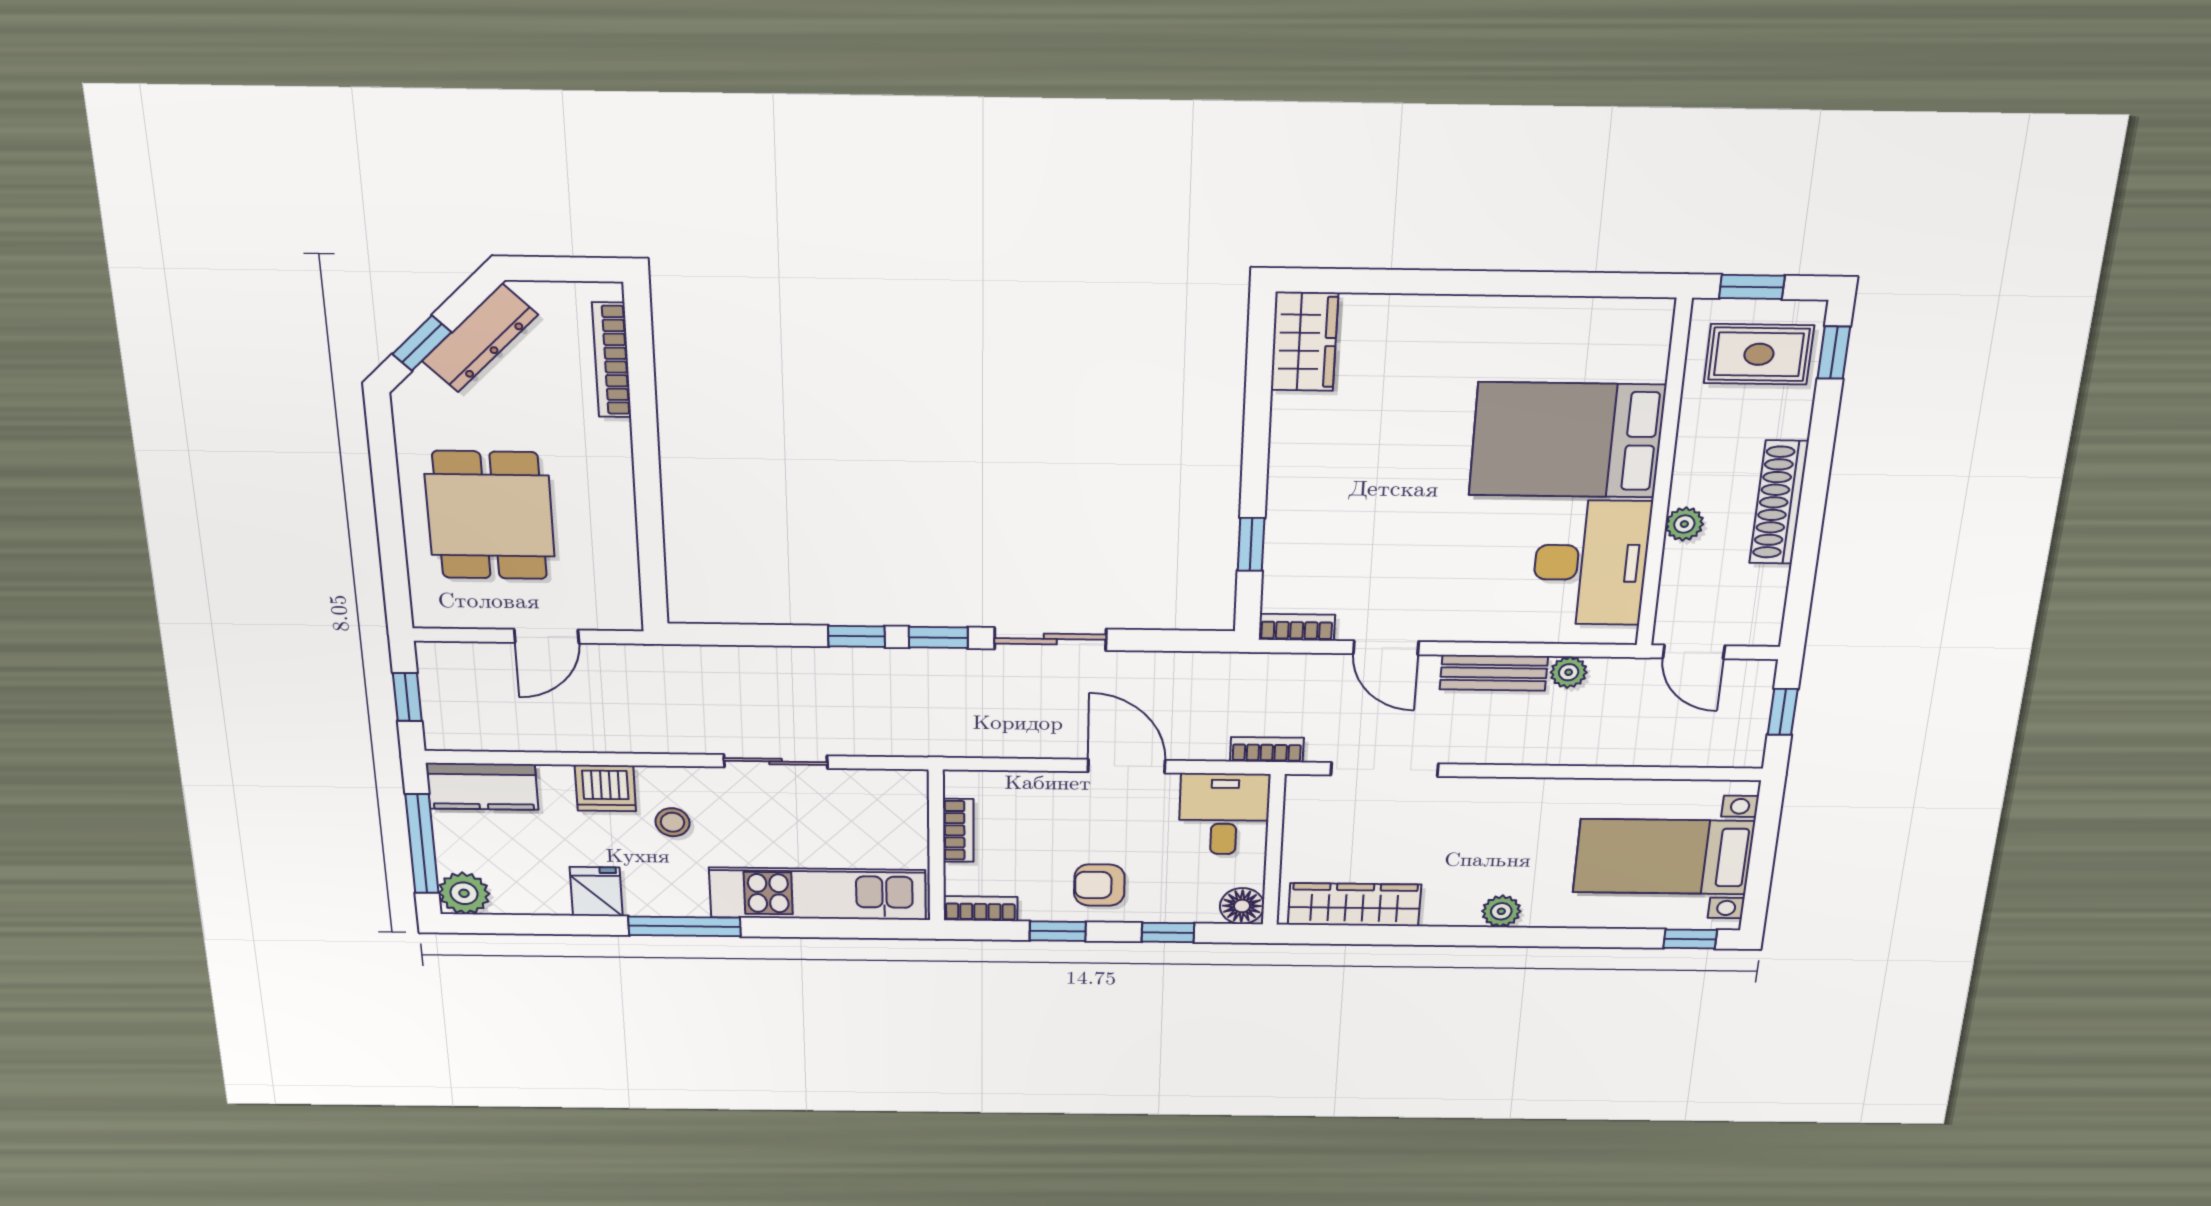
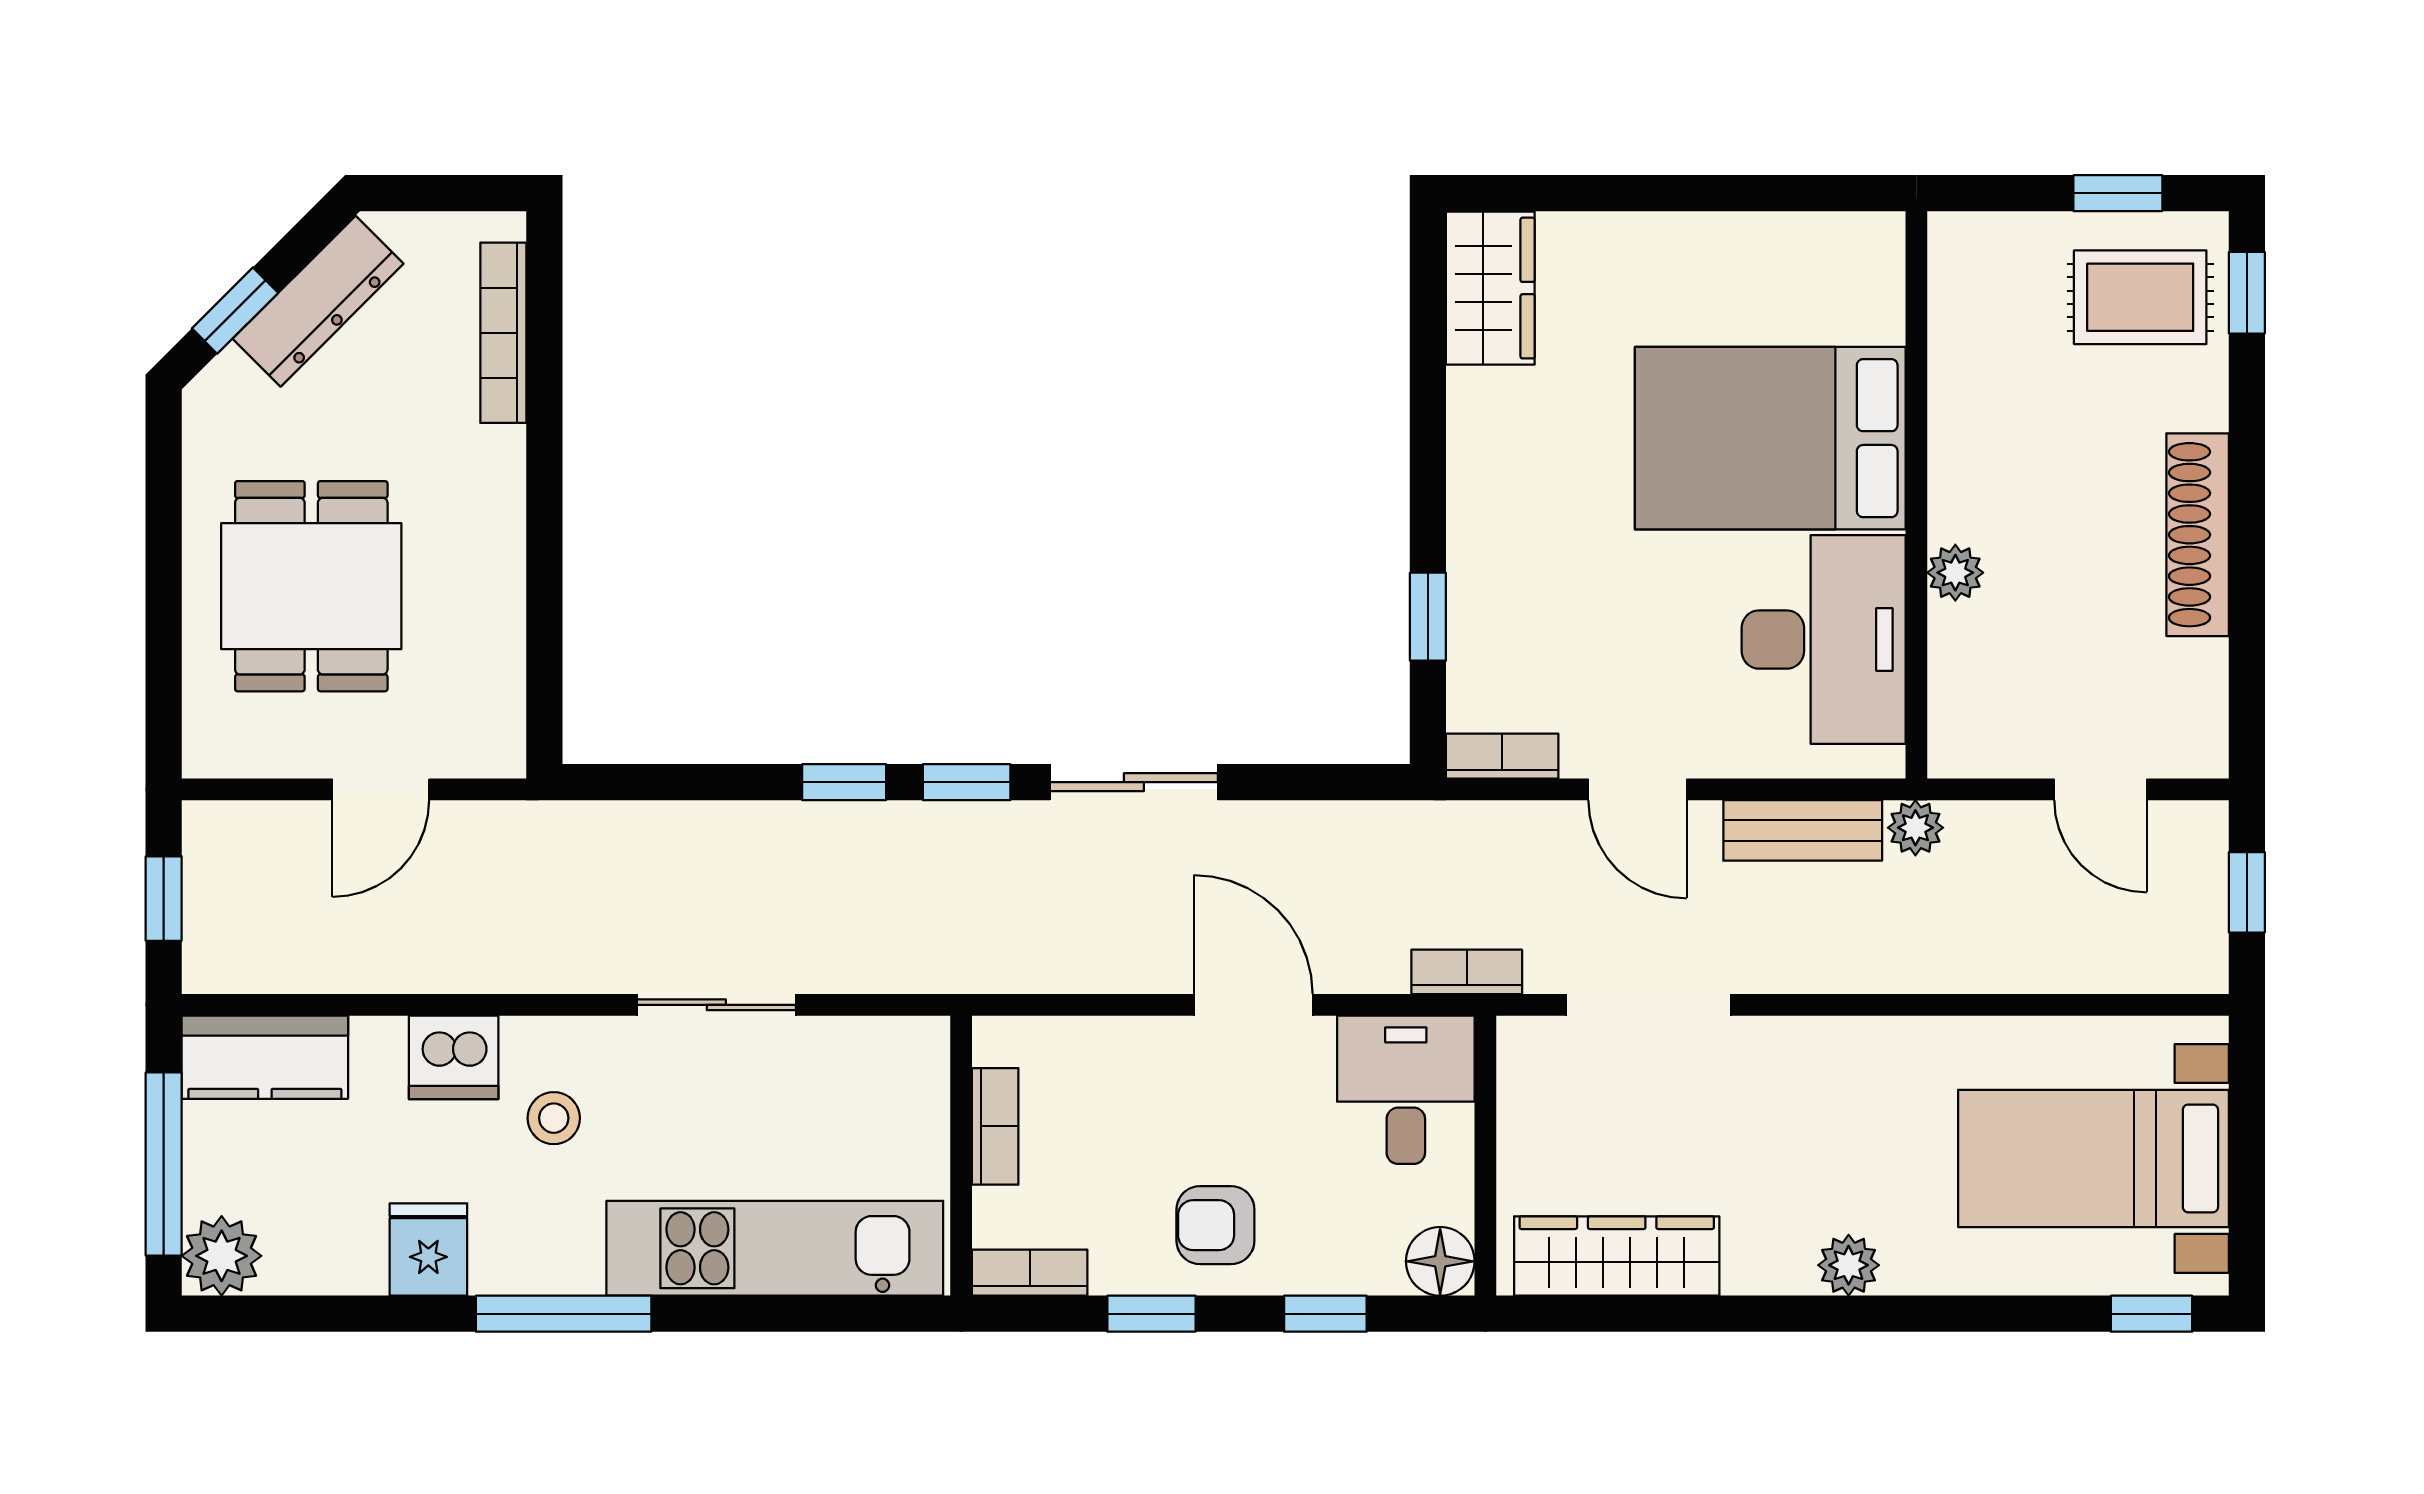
bed: (1567, 440) -> (1770, 438), moved
wall: (1663, 476) -> (1916, 495), moved
plant: (1684, 524) -> (1955, 573), moved
desk: (1591, 563) -> (1824, 640), moved

